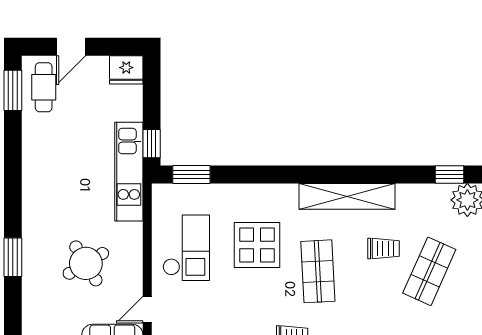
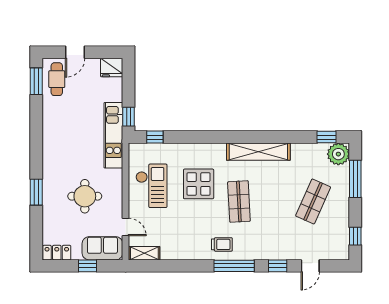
window: (191, 174) -> (155, 137), width x0.67
trolley: (383, 249) -> (283, 186), removed
round table: (86, 263) -> (85, 196), turned 31
door: (147, 310) -> (126, 227), swing flipped

